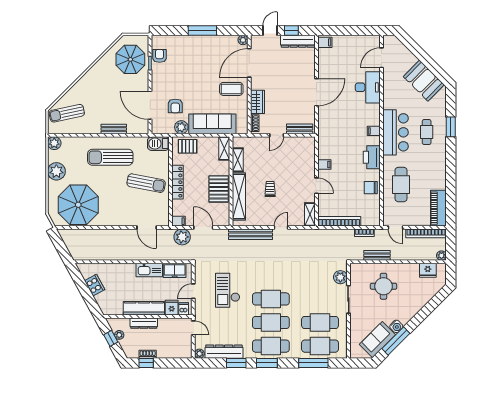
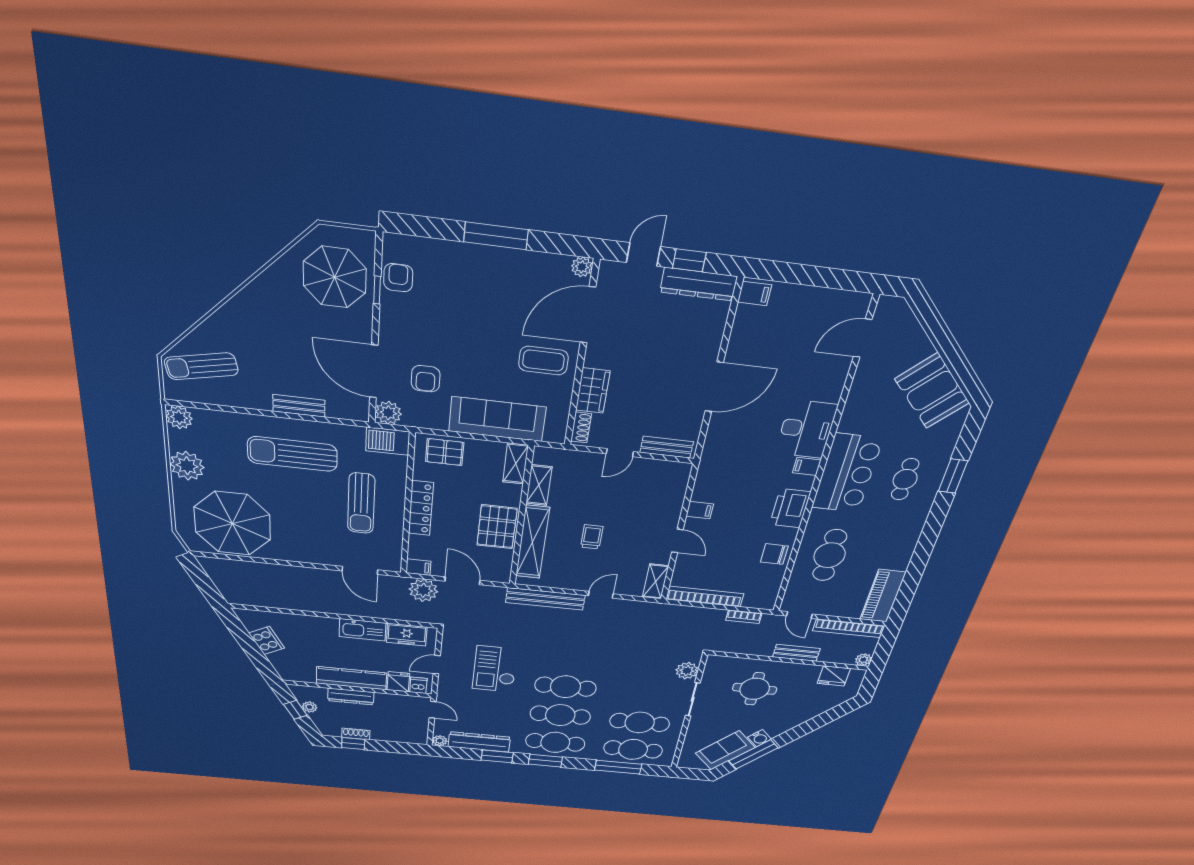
desk: (368, 87) -> (806, 429), moved
plant: (181, 127) -> (388, 413), moved
sun lounger: (146, 183) -> (361, 503), turned 79
bench: (377, 255) -> (796, 653), moved

